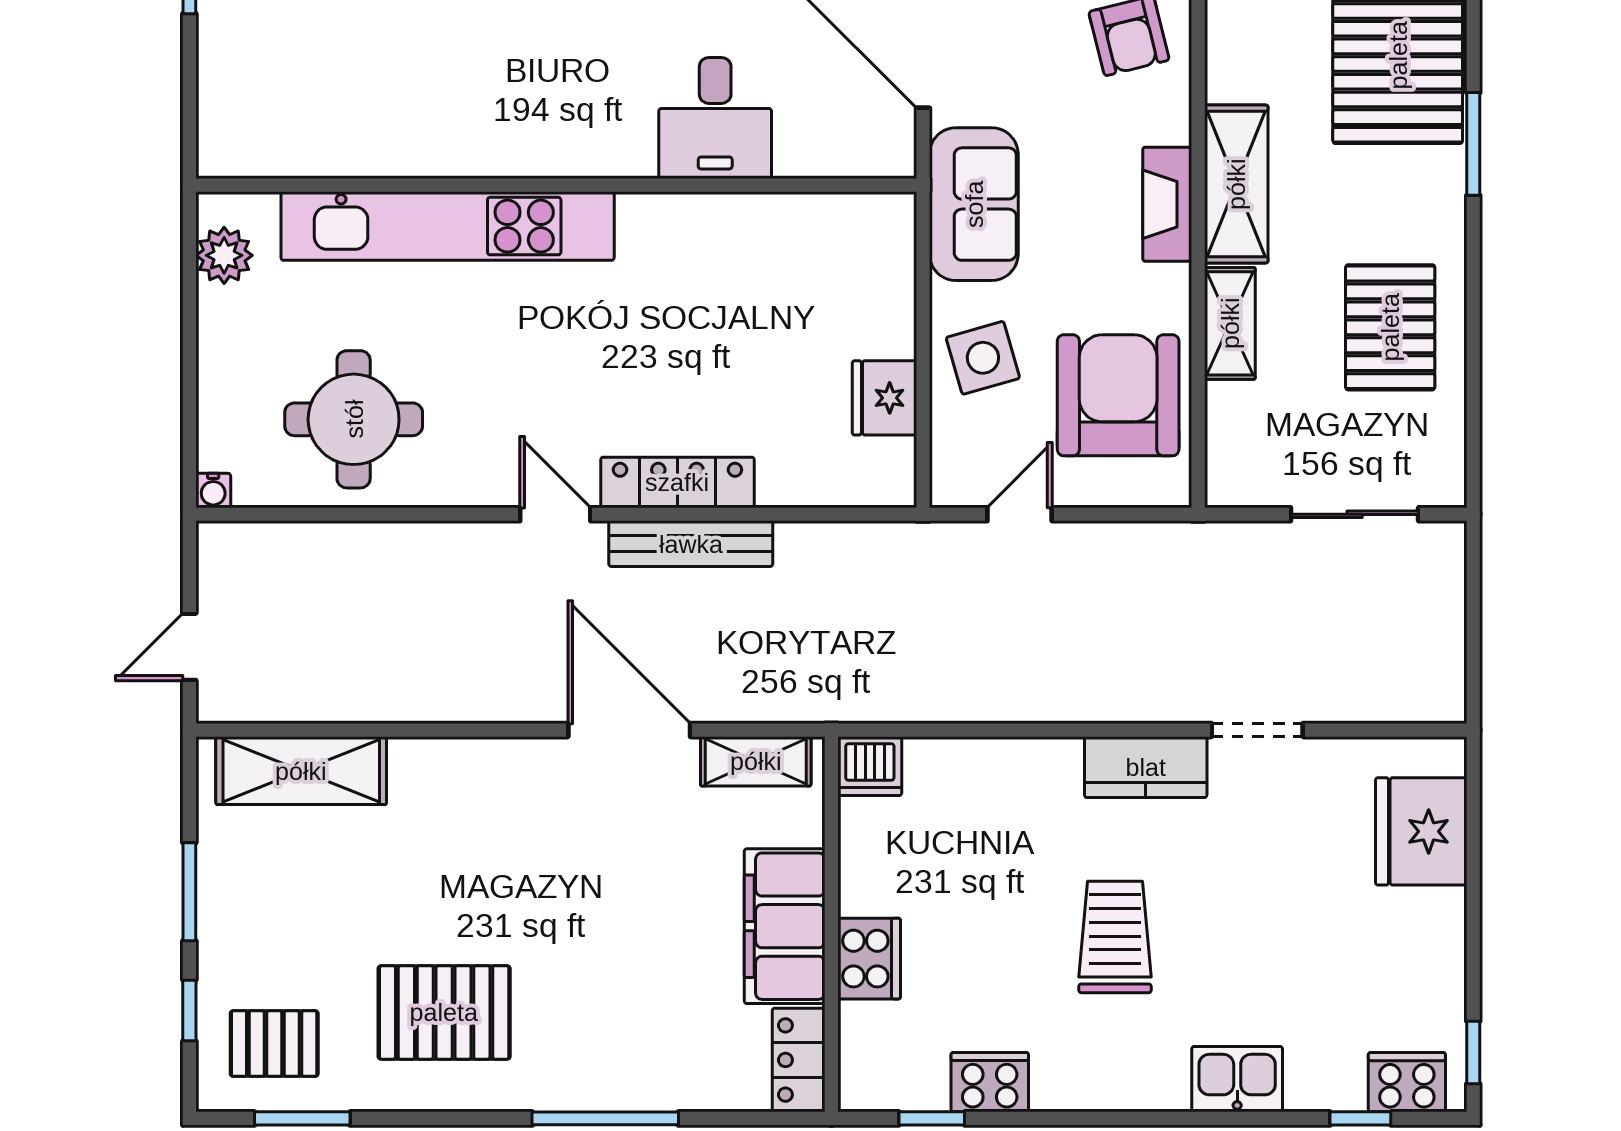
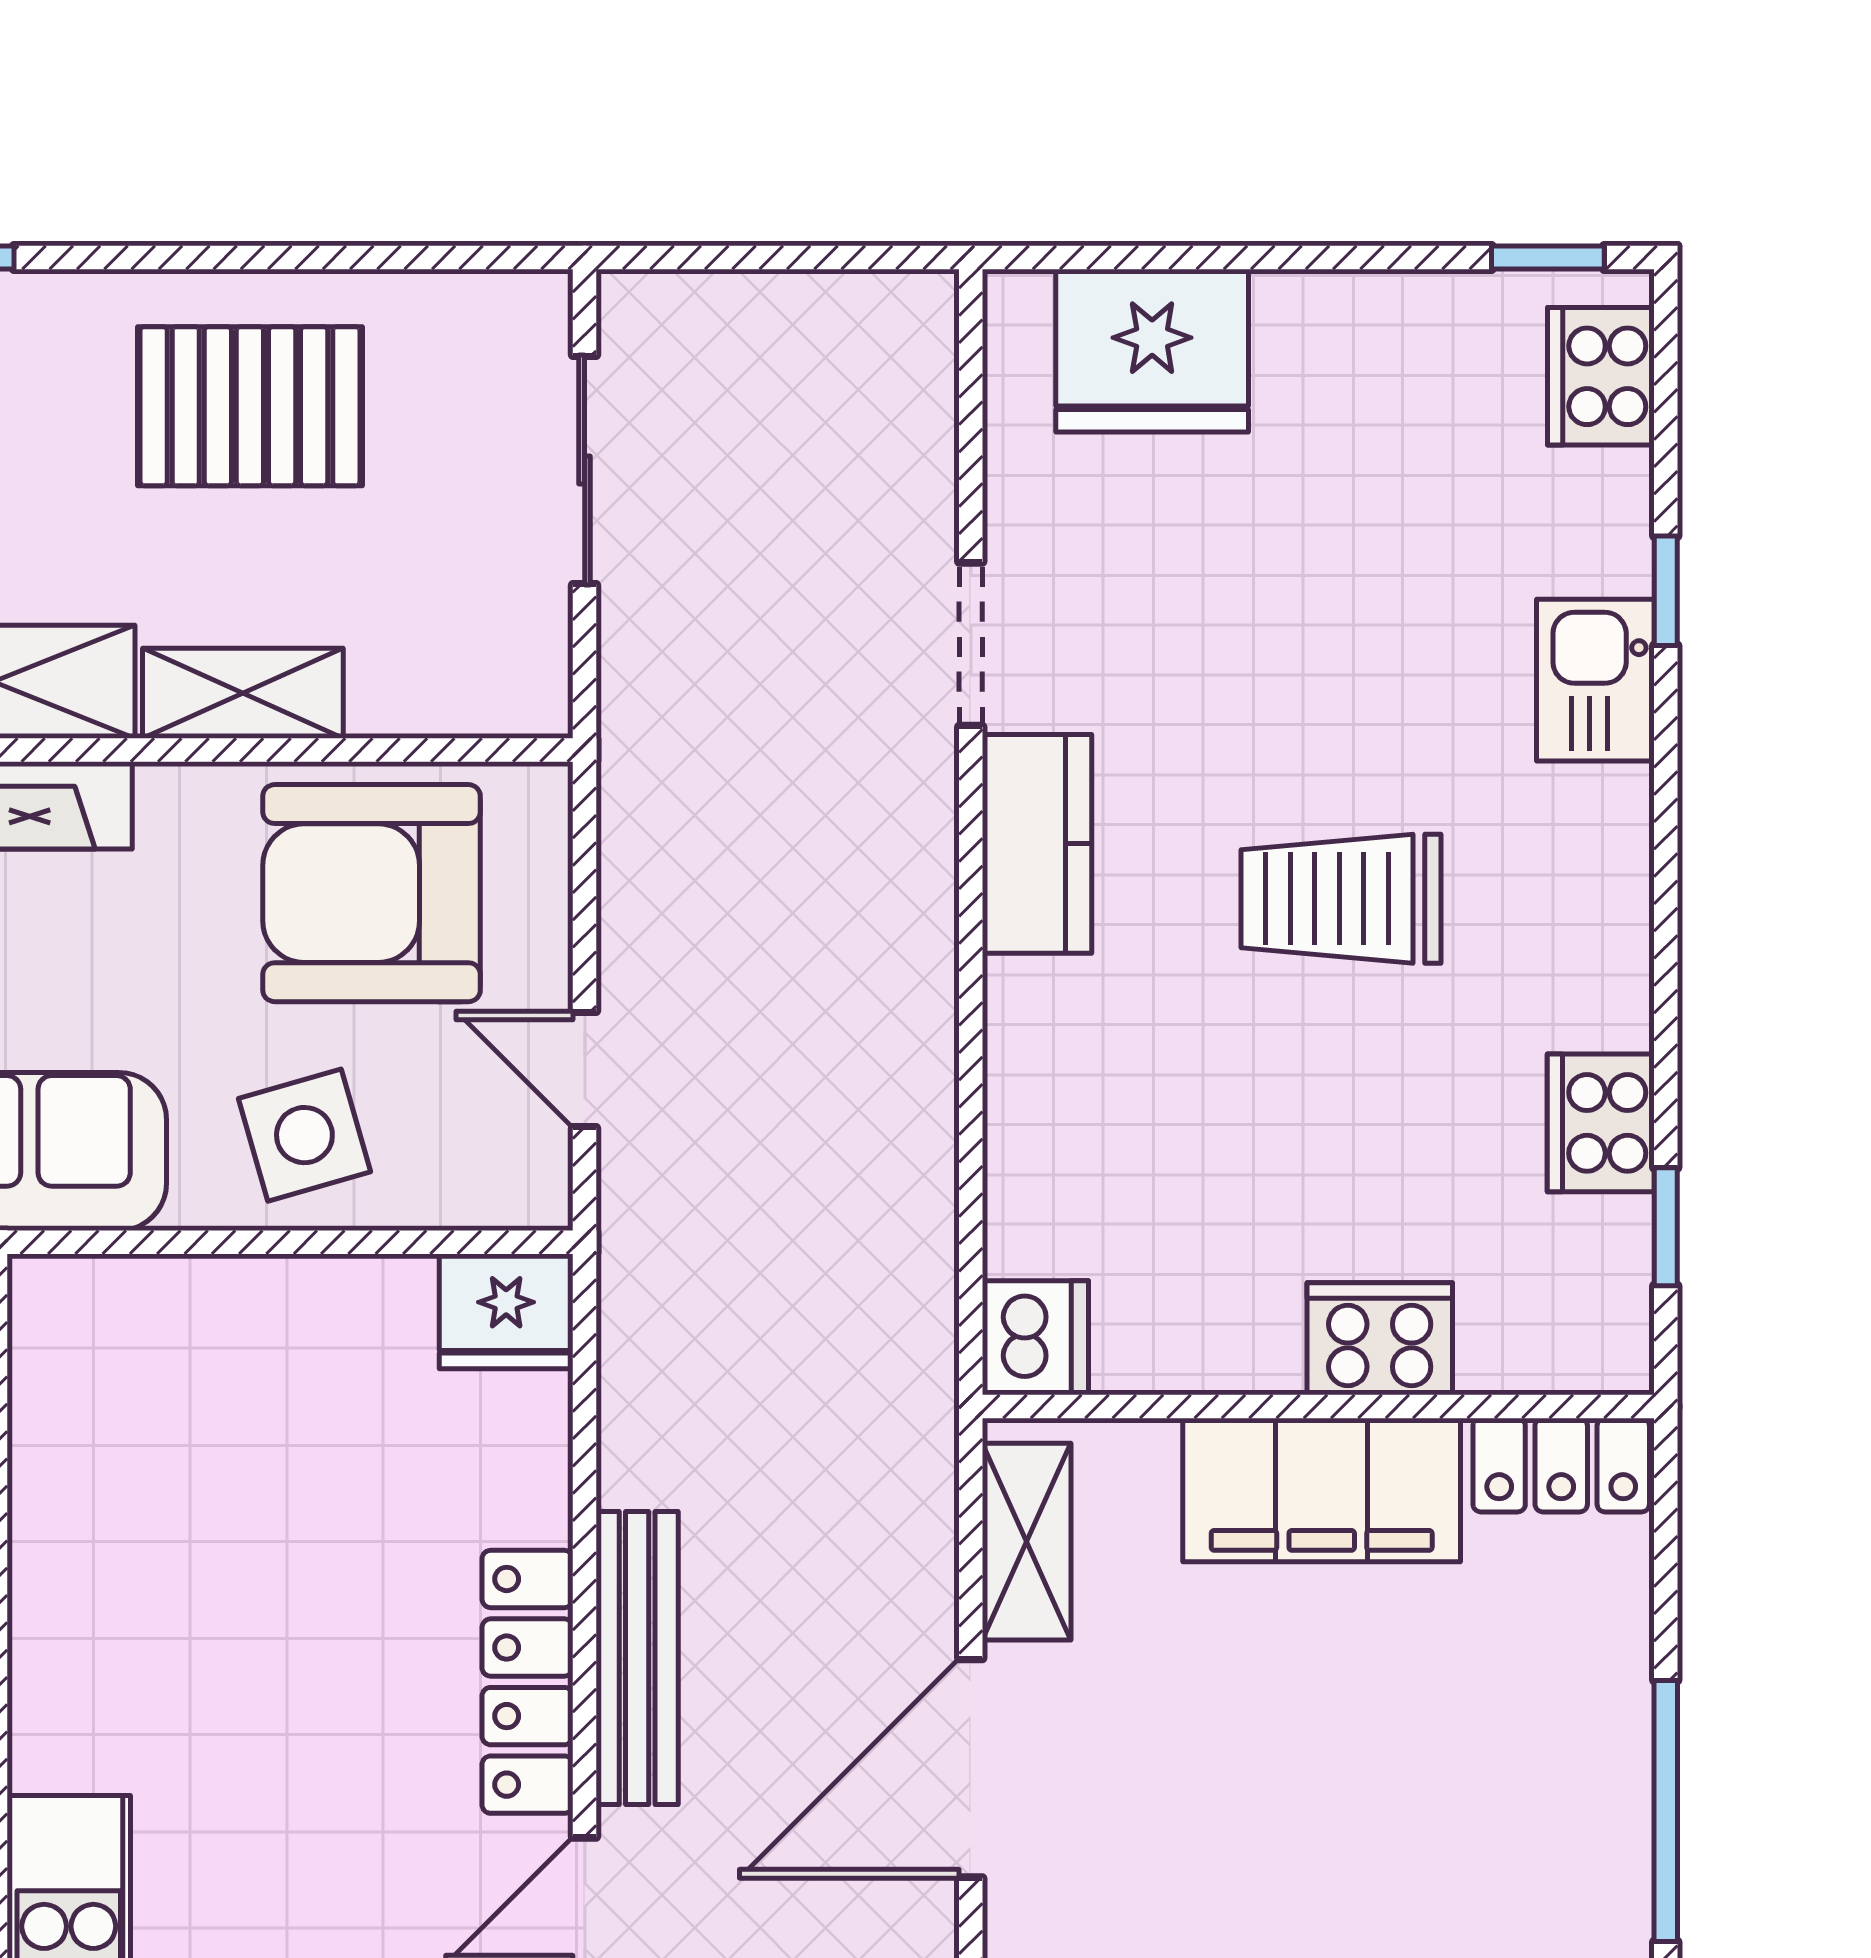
fridge: (884, 398) -> (506, 1311), moved
window: (1360, 1118) -> (1666, 591), moved

